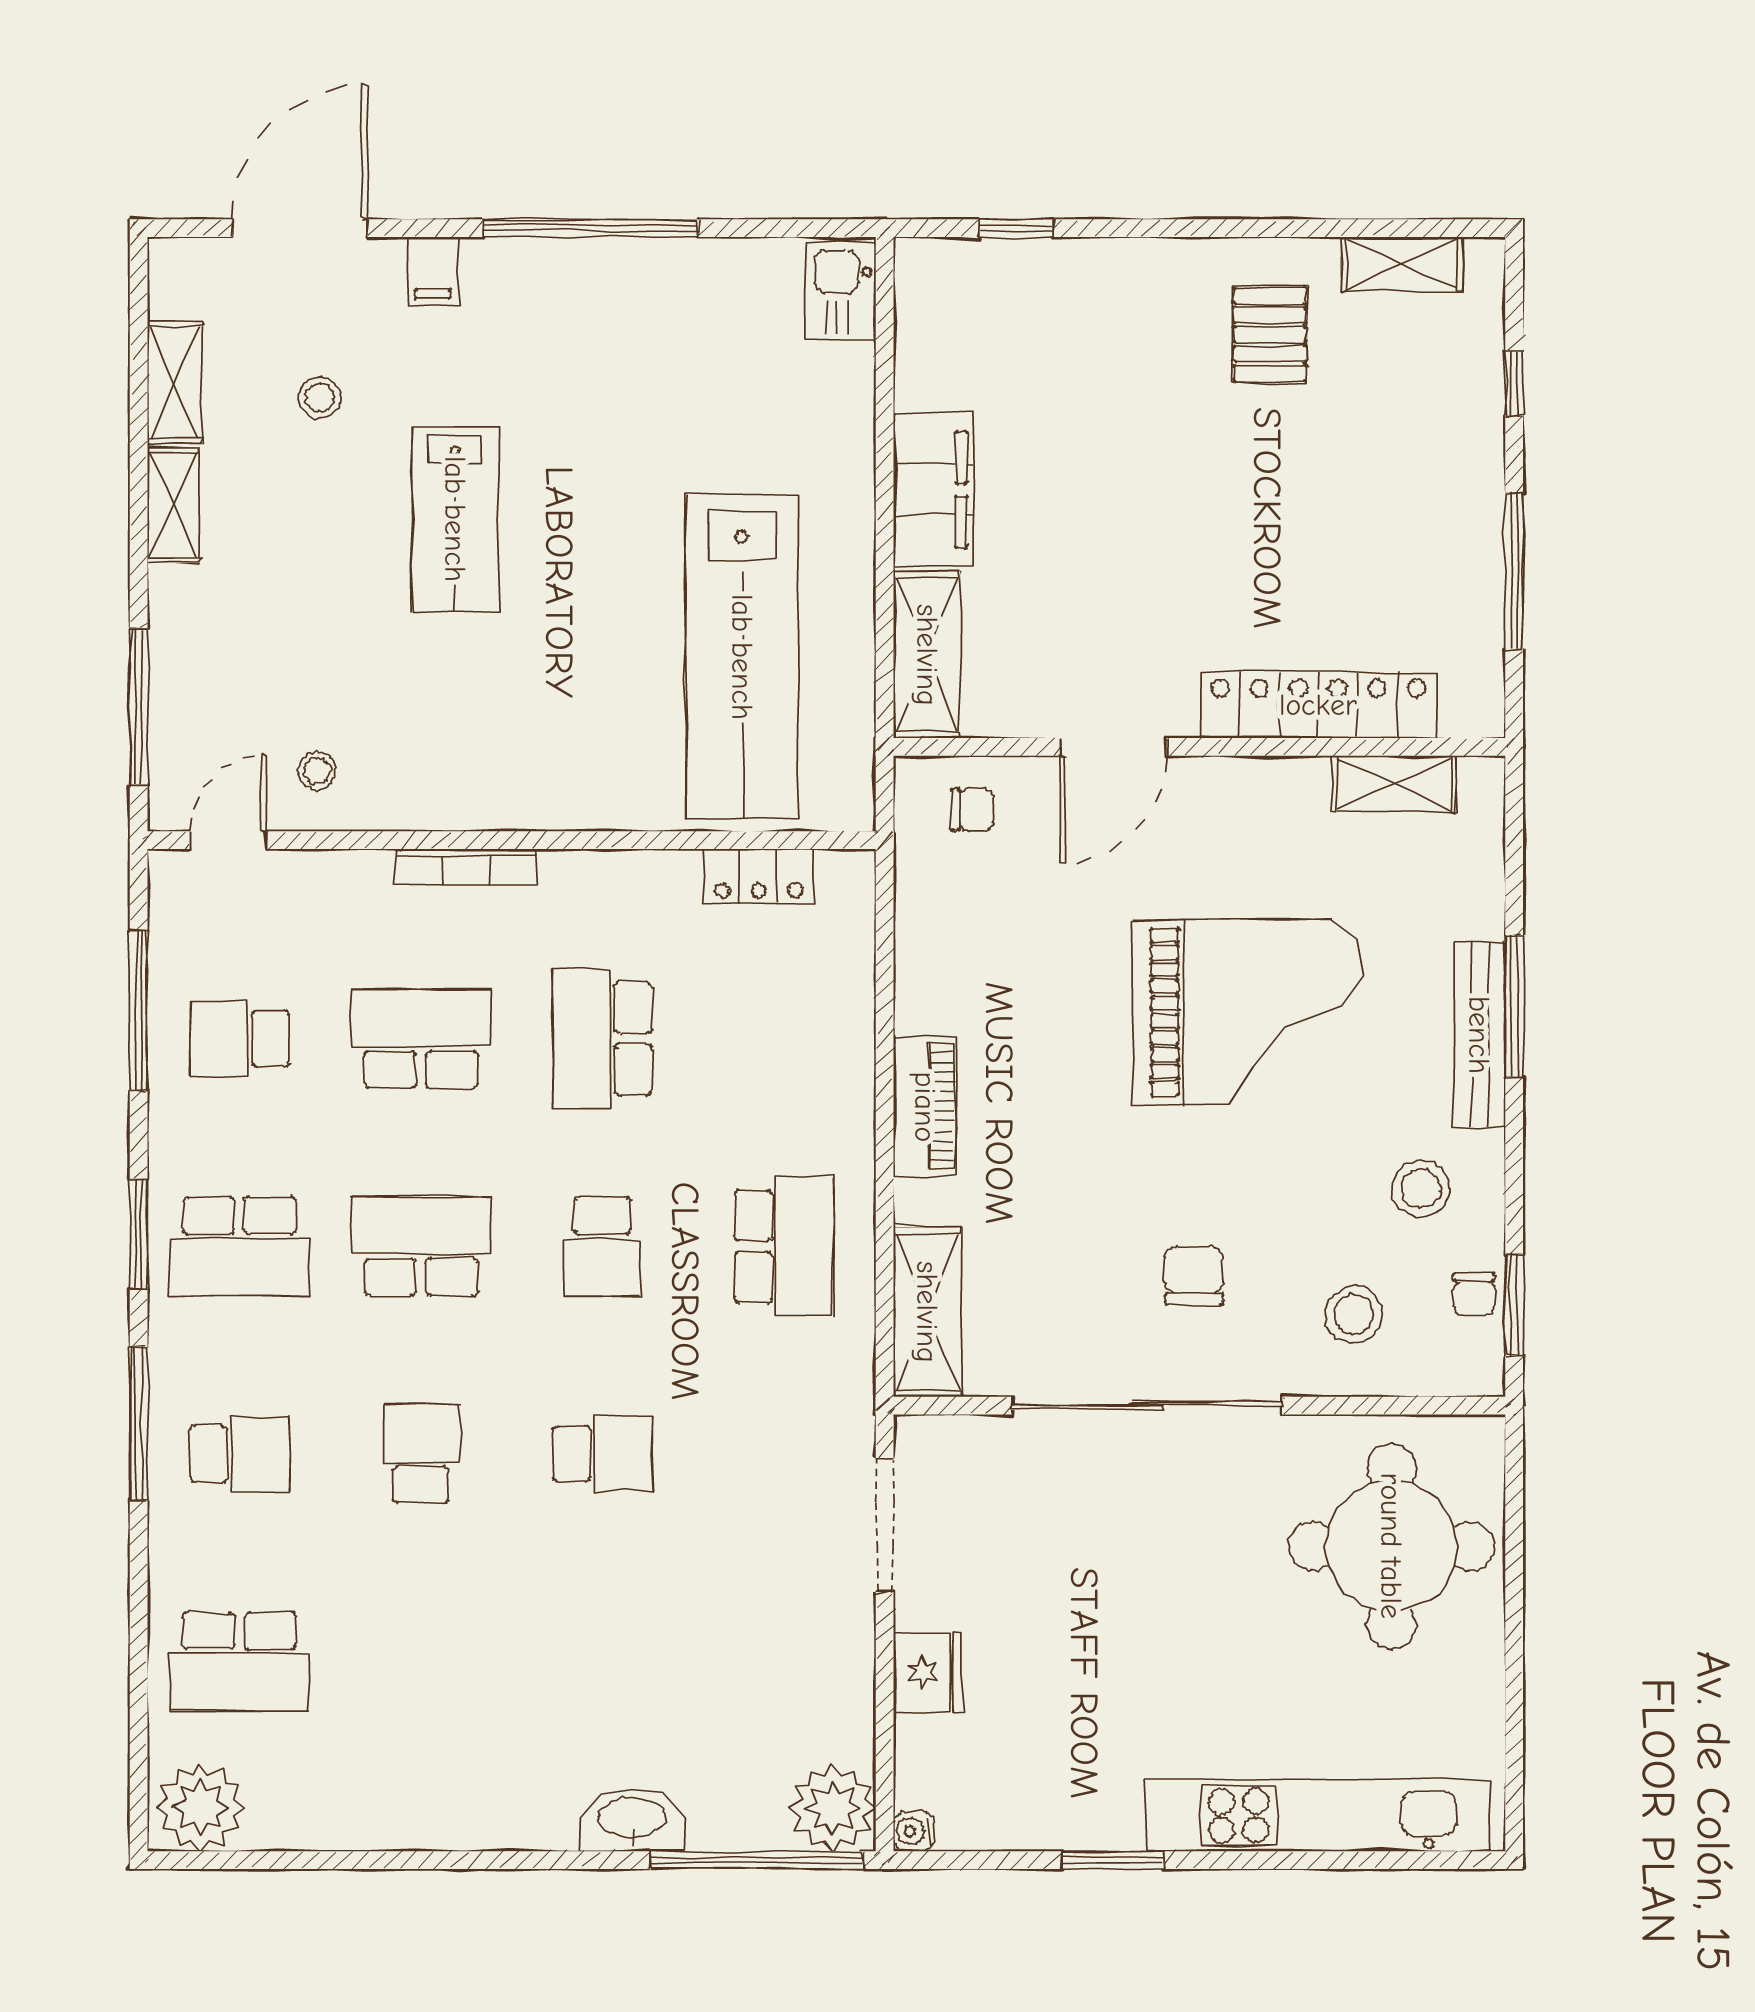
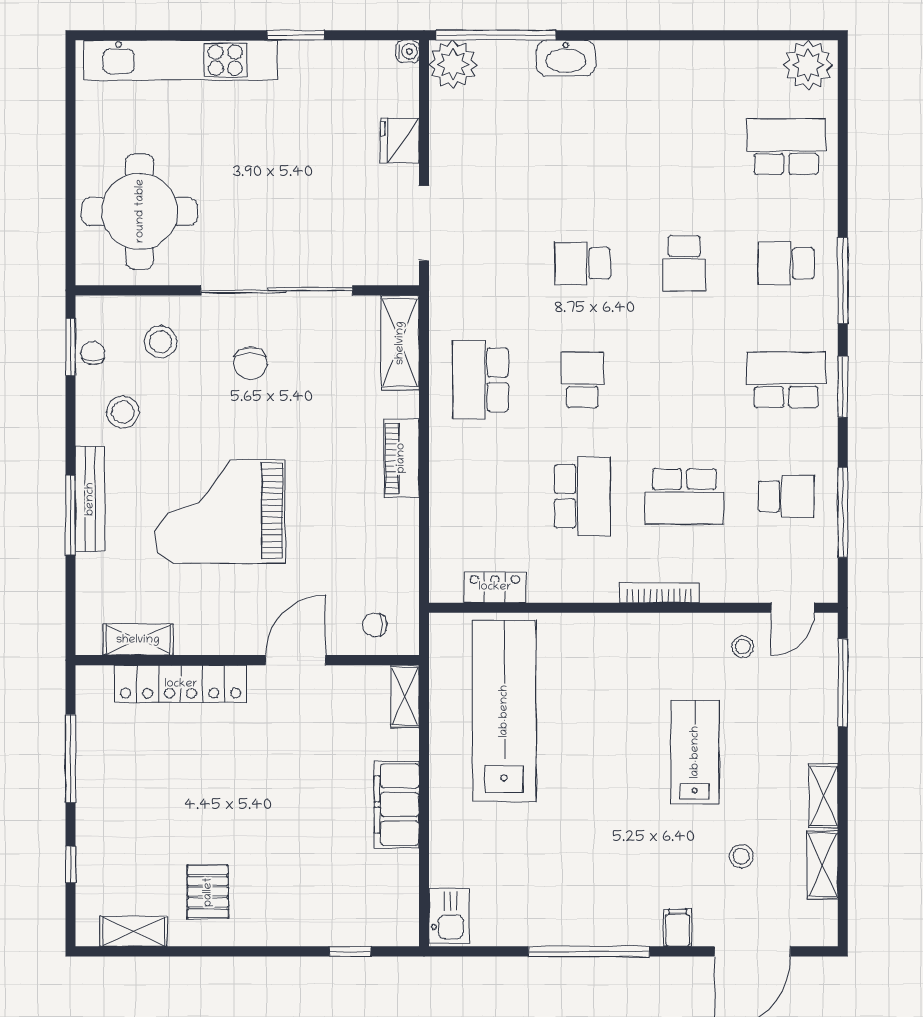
lab bench: (455, 519) -> (695, 752), moved
shelving: (927, 655) -> (405, 696), width x0.67, depth x0.75
school desk: (421, 1246) -> (684, 380), removed

